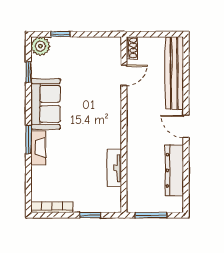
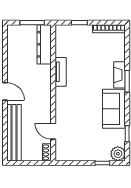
door: (124, 75) -> (53, 131), hinge flipped
tv unit: (114, 168) -> (61, 72), moved
dresser: (174, 170) -> (44, 44), moved, turned 180

